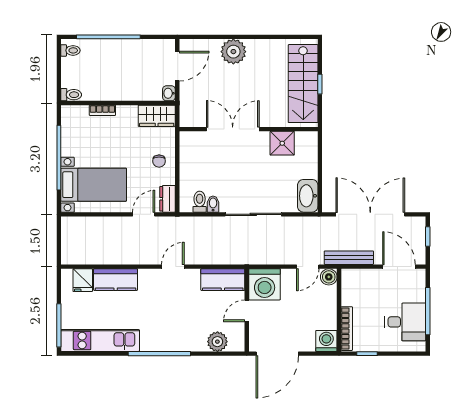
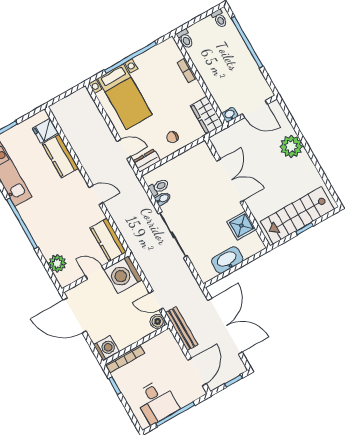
washbasin: (308, 196) -> (227, 260), moved

